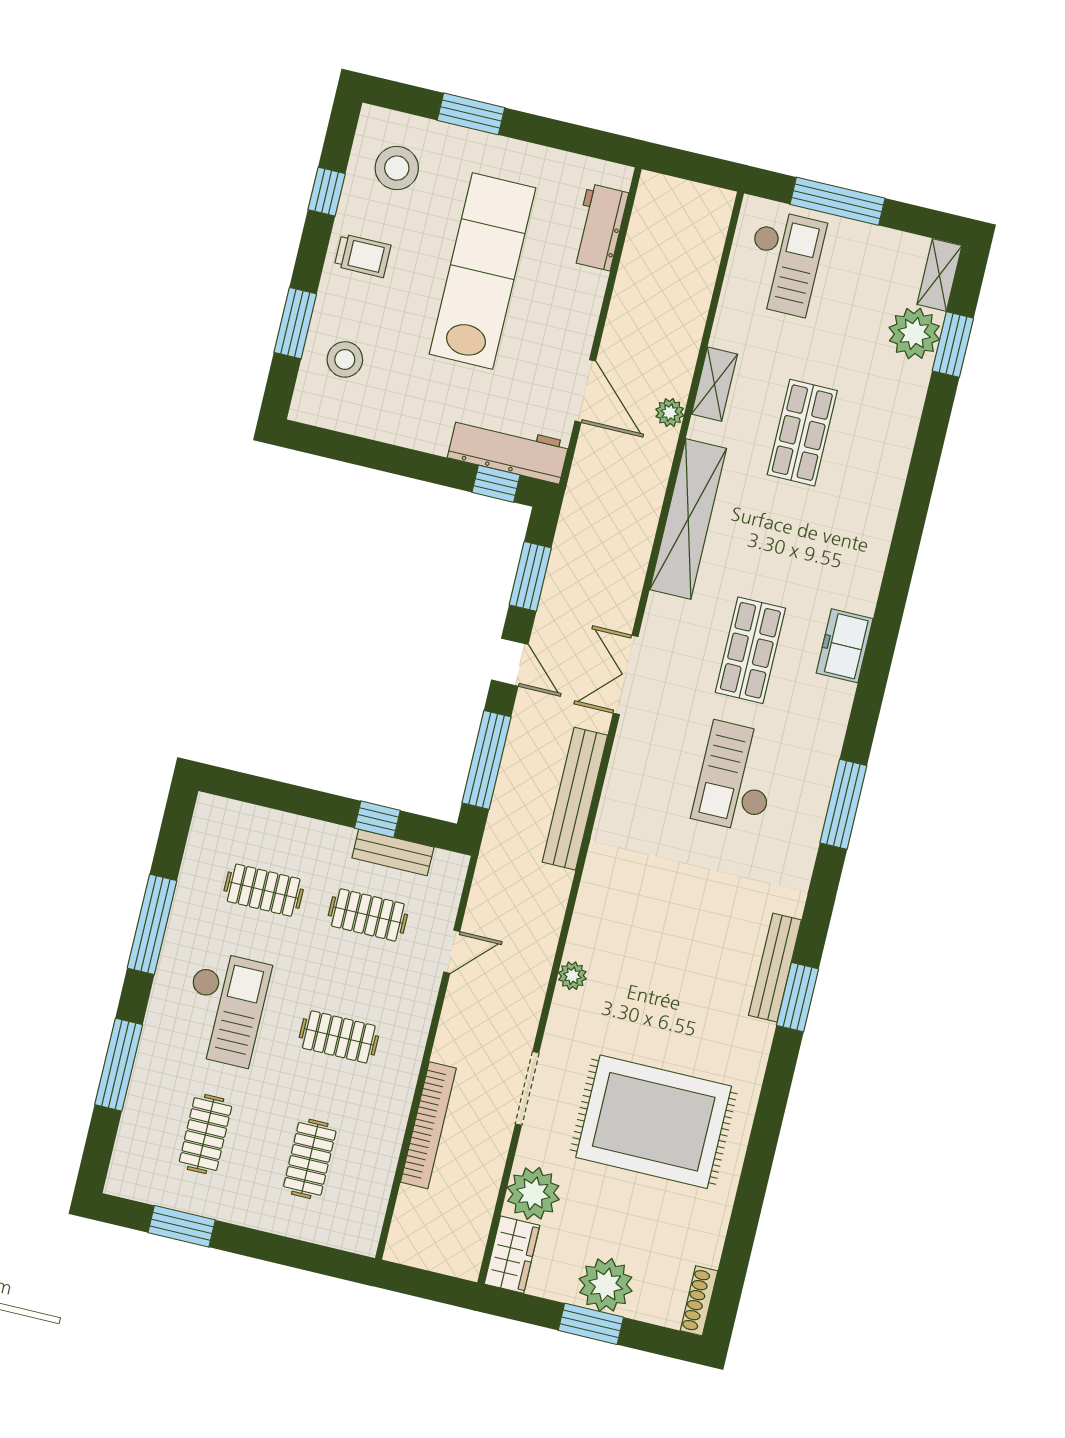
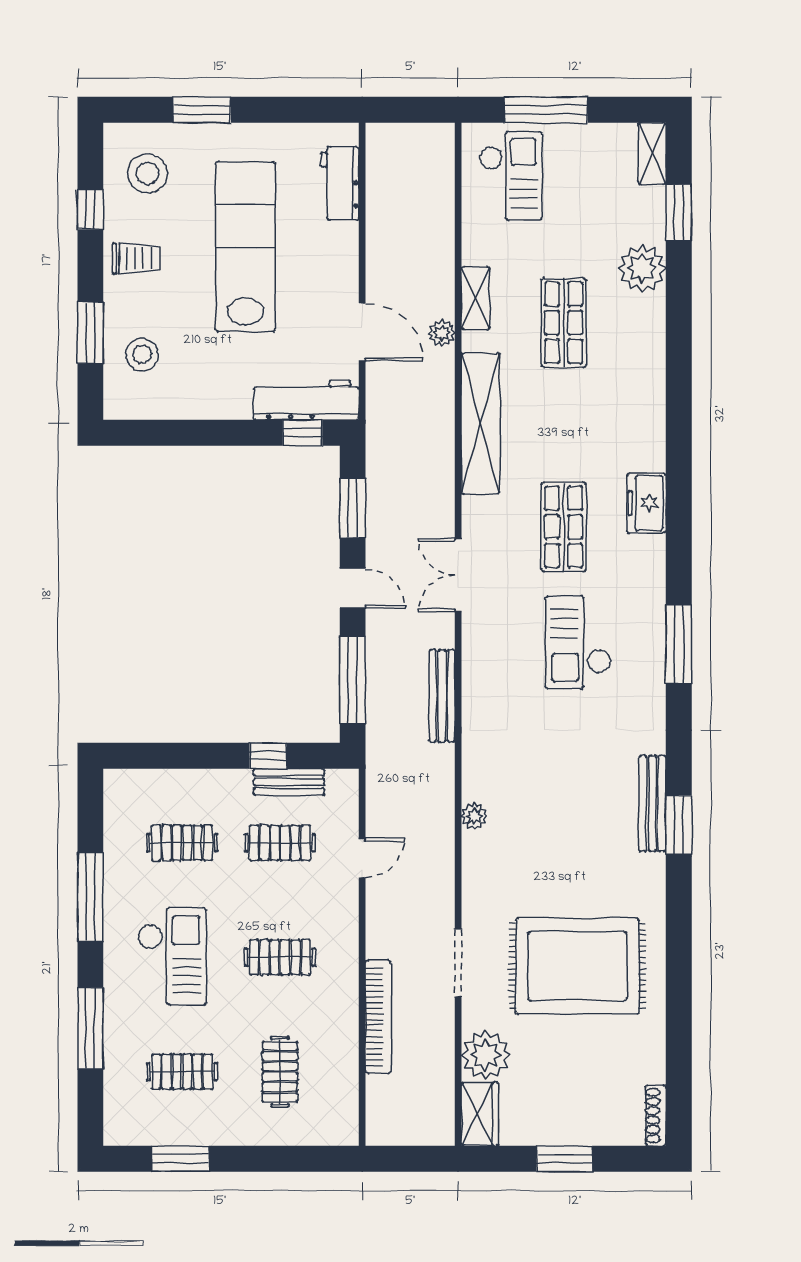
plant: (914, 333) -> (642, 268), moved
bench: (575, 799) -> (442, 696), width x0.73, depth x0.82
plant: (572, 976) -> (474, 816), moved
clothes rail: (205, 1134) -> (182, 1072), turned 90
plant: (606, 1285) -> (569, 1121), removed

